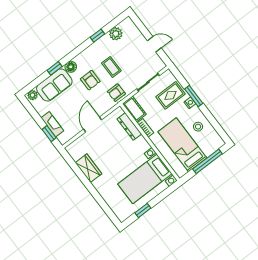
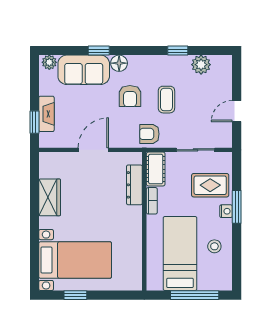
door: (154, 44) -> (237, 111), swing flipped
bed with nightstands: (145, 179) -> (75, 260), moved, turned 180

